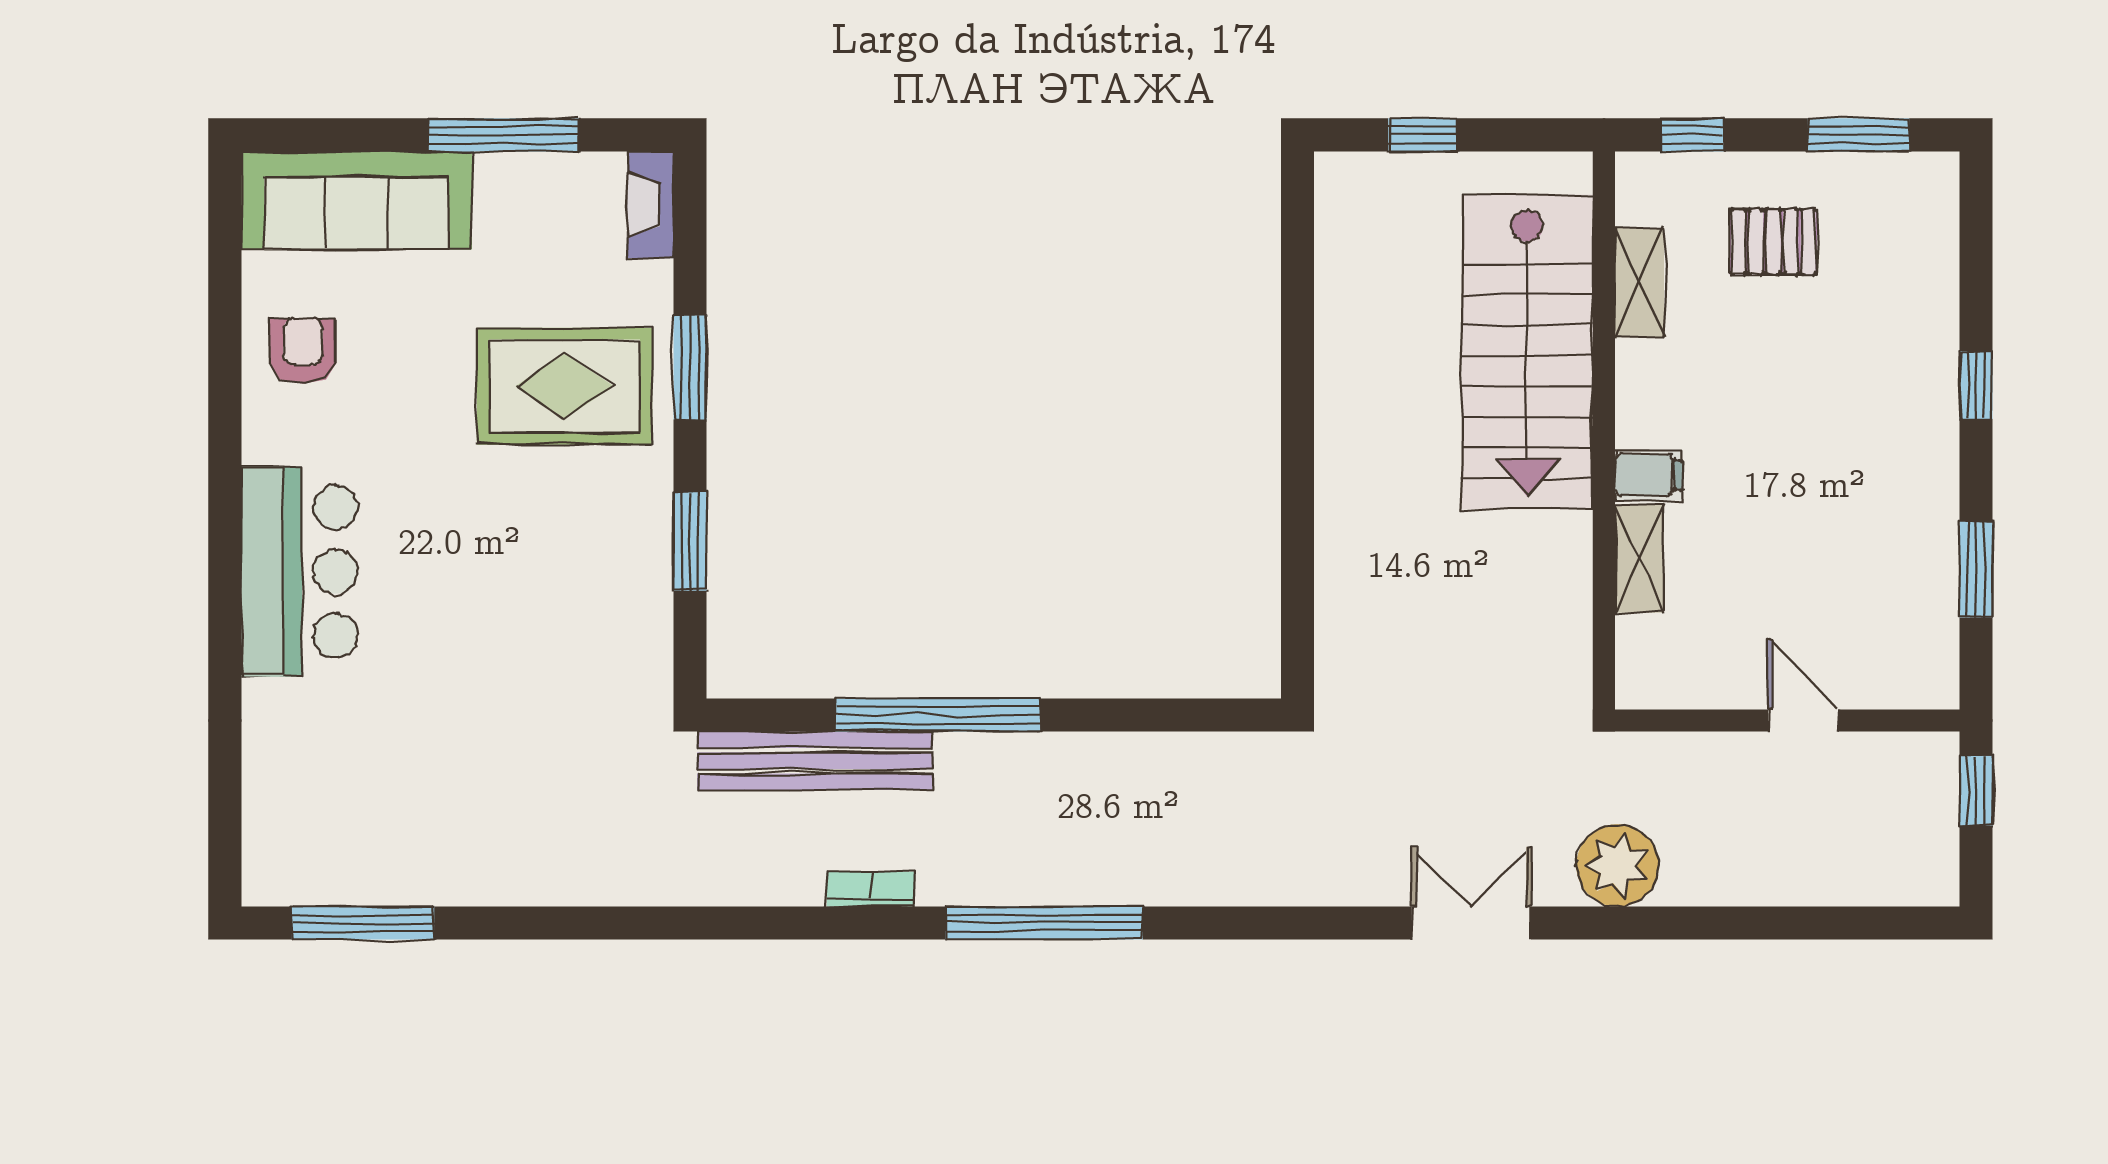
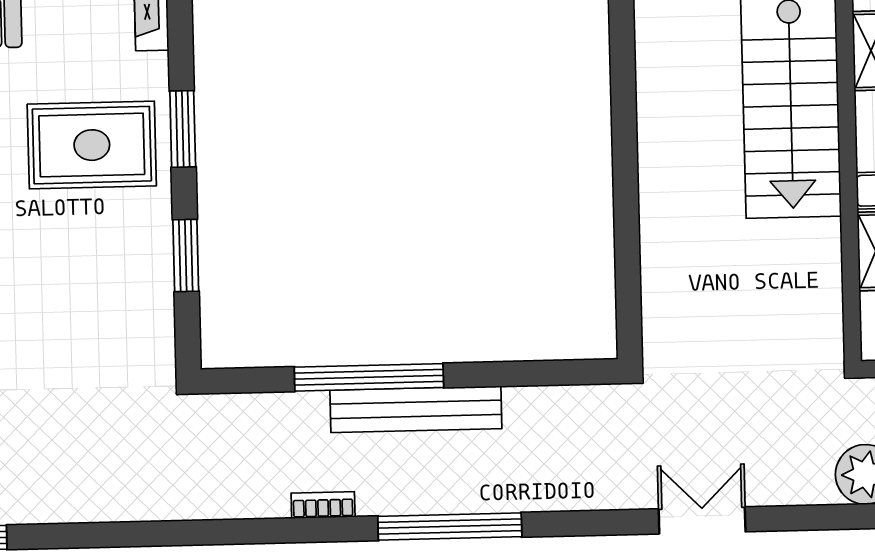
bench: (815, 761) -> (416, 409), moved
double door: (1471, 923) -> (702, 520), moved

